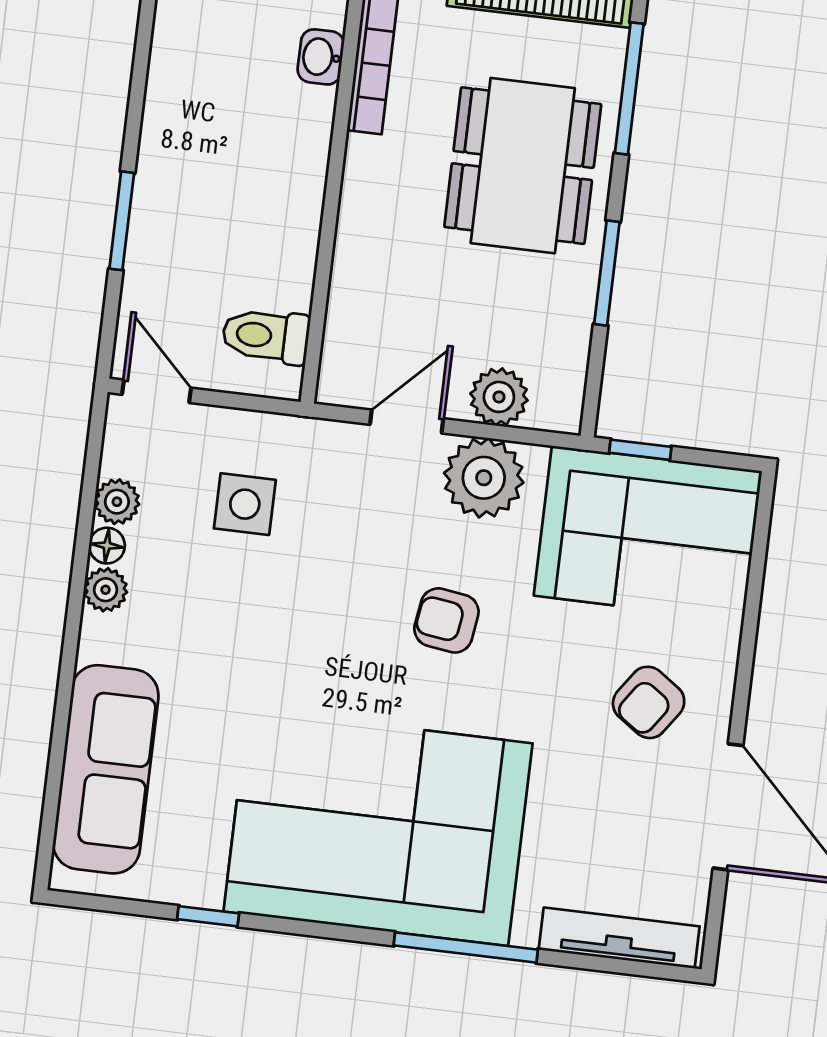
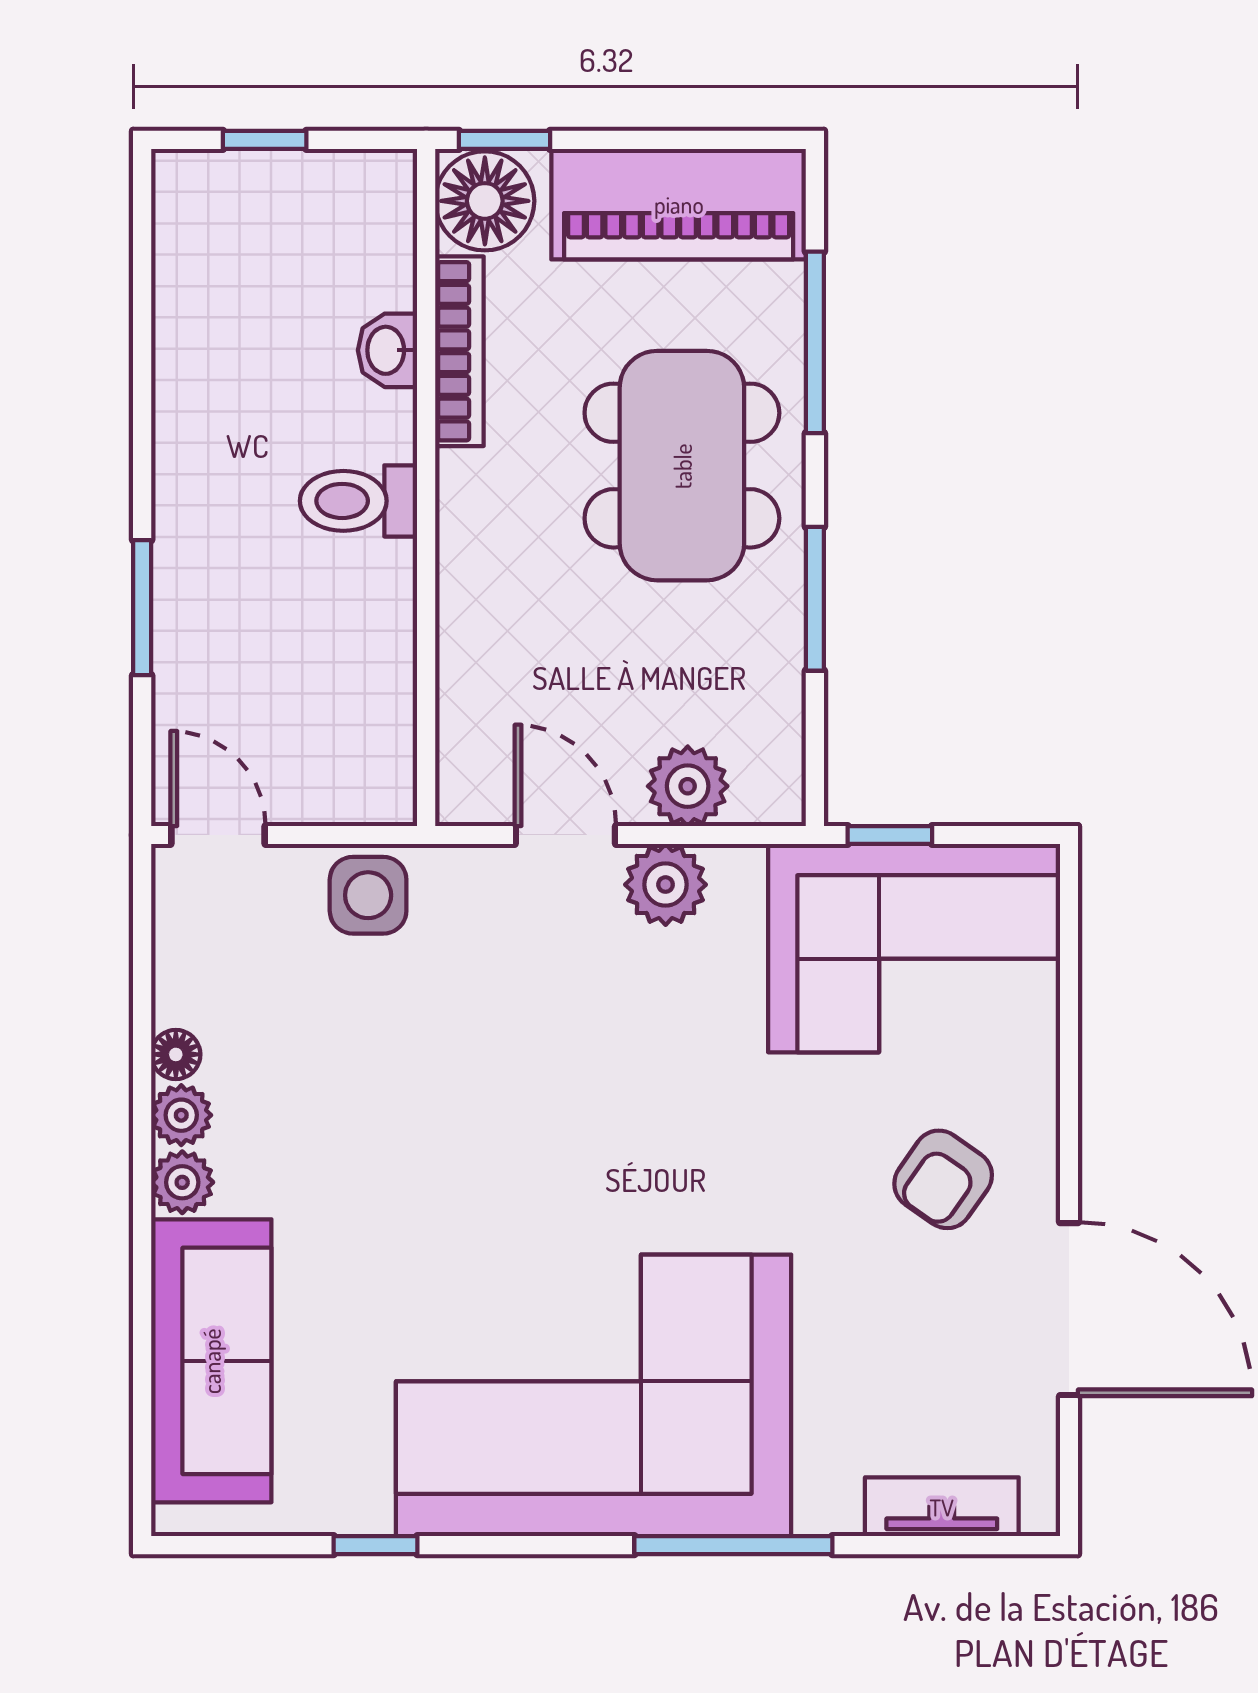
toilet: (266, 336) -> (359, 501), moved
door: (407, 421) -> (565, 835), hinge flipped
plant: (484, 478) -> (666, 885), width x0.73, depth x0.73
plant: (117, 502) -> (182, 1182), moved
side table: (245, 504) -> (368, 895), moved
armchair: (446, 620) -> (653, 1101), removed
tv unit: (619, 938) -> (942, 1507), width x0.71

